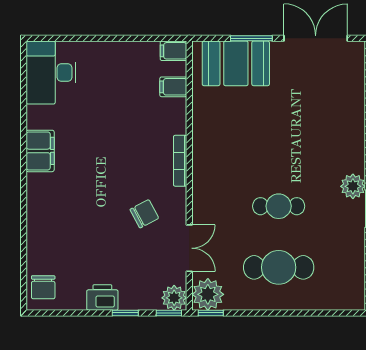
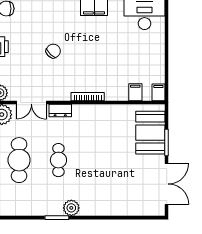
dresser: (202, 203) -> (60, 111), added
chair: (144, 214) -> (53, 51), moved, turned -107

